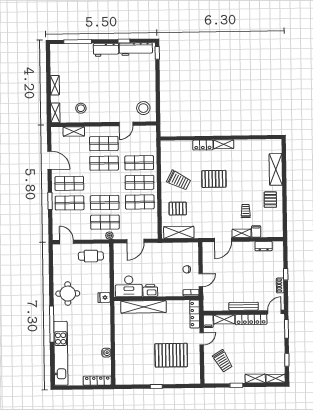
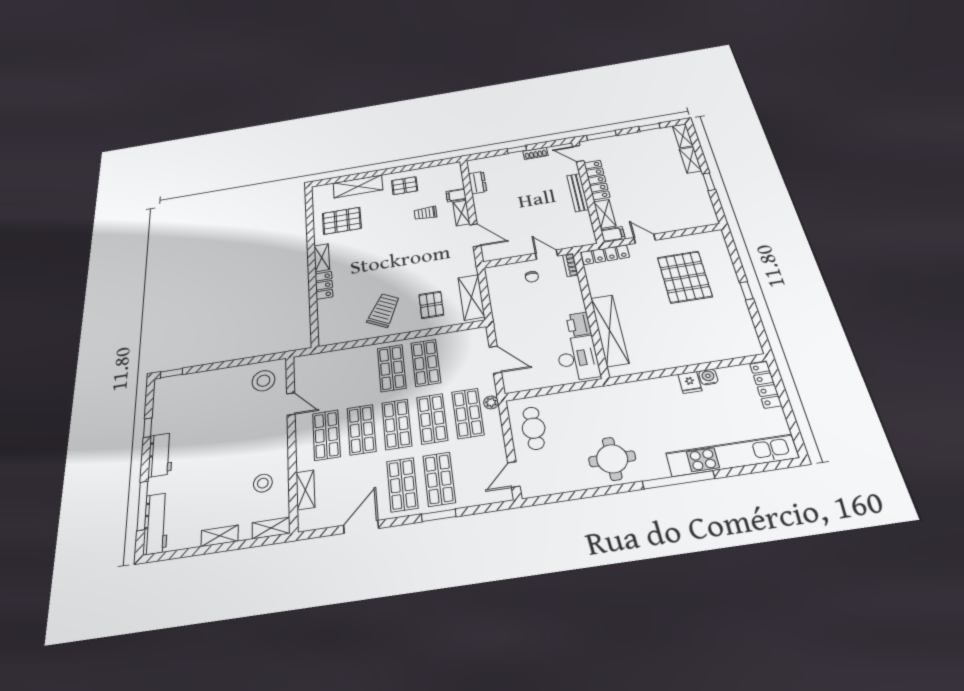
workbench: (136, 49) -> (156, 523), moved
shop shelf: (139, 163) -> (397, 424), moved
pallet: (214, 179) -> (342, 221), moved, turned 90
fridge: (104, 298) -> (690, 382), moved
trolley: (223, 361) -> (674, 205), removed

